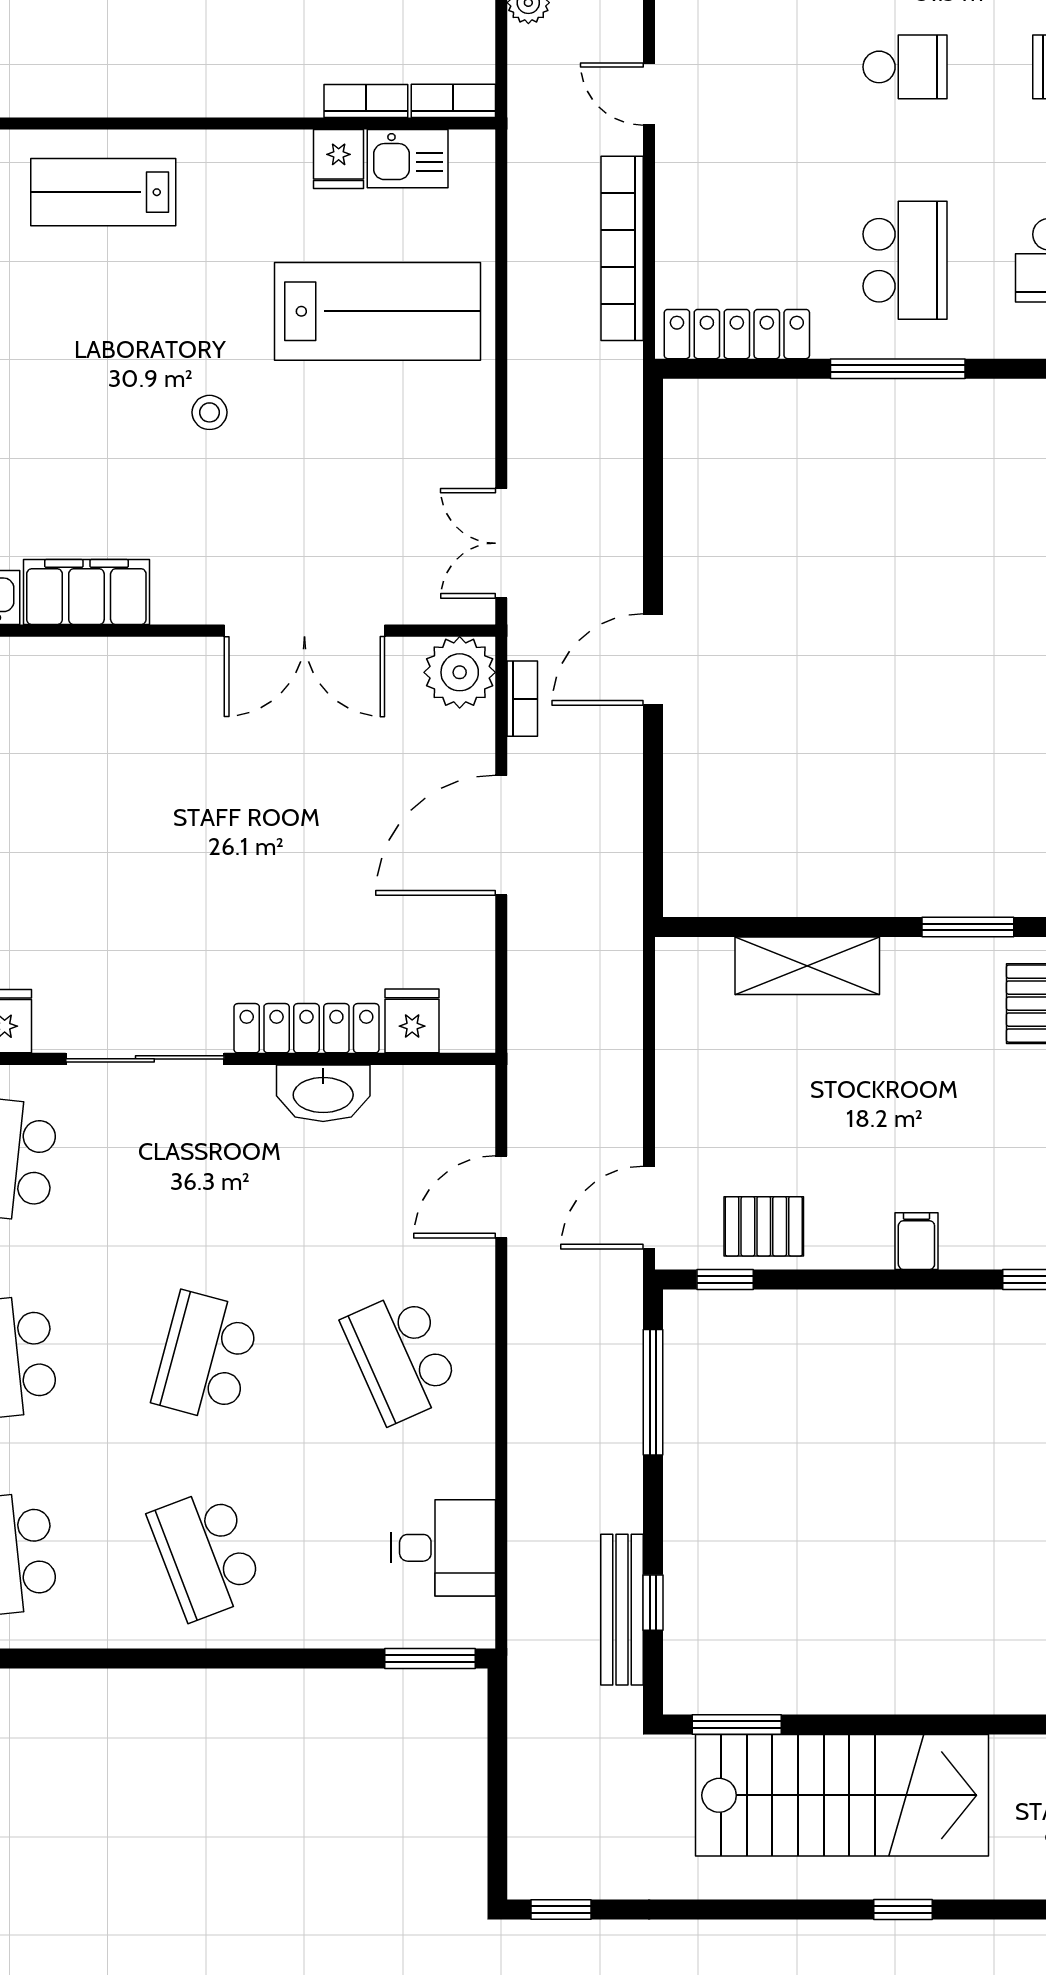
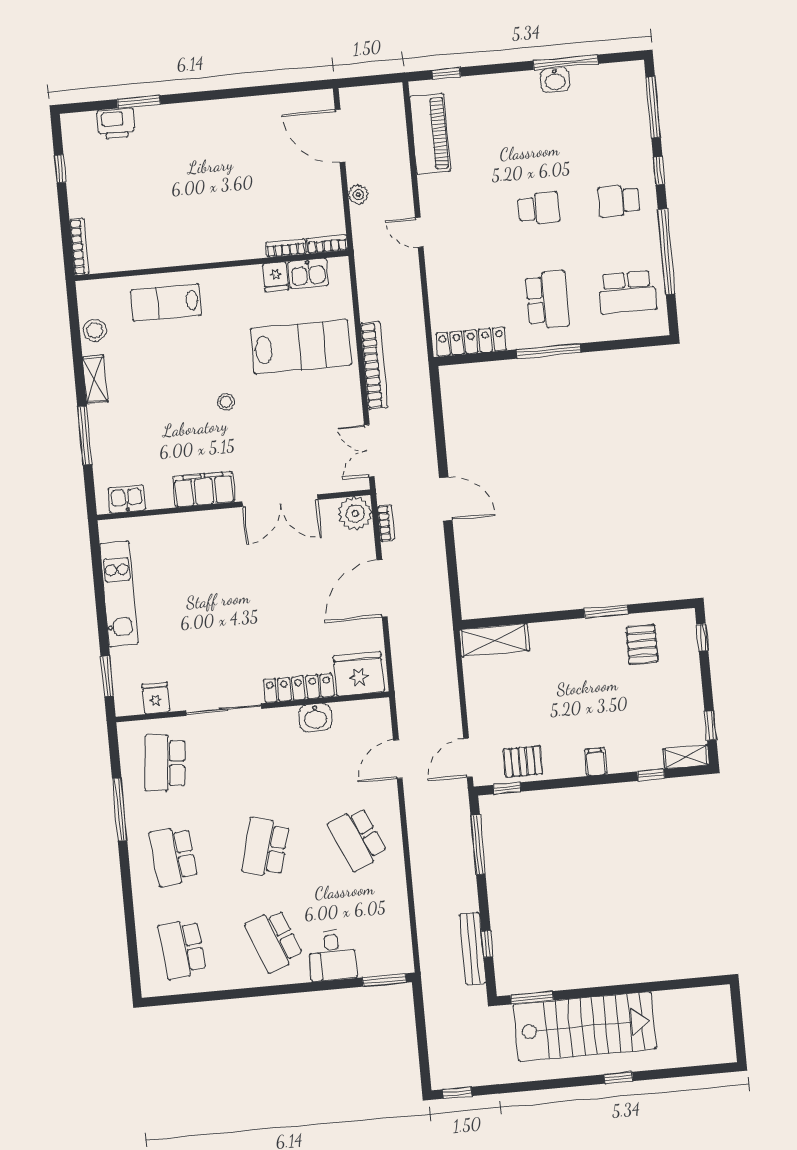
bookcase: (622, 248) -> (374, 365), moved, turned 180
filing cabinet: (86, 592) -> (204, 489), moved
door: (653, 659) -> (446, 499), swing flipped
shelving: (807, 966) -> (494, 640), moved
fridge: (412, 1021) -> (359, 674), width x1.88, depth x1.34
washbasin: (323, 1093) -> (315, 717), width x0.72
desk: (443, 1548) -> (332, 955), moved, turned 90

